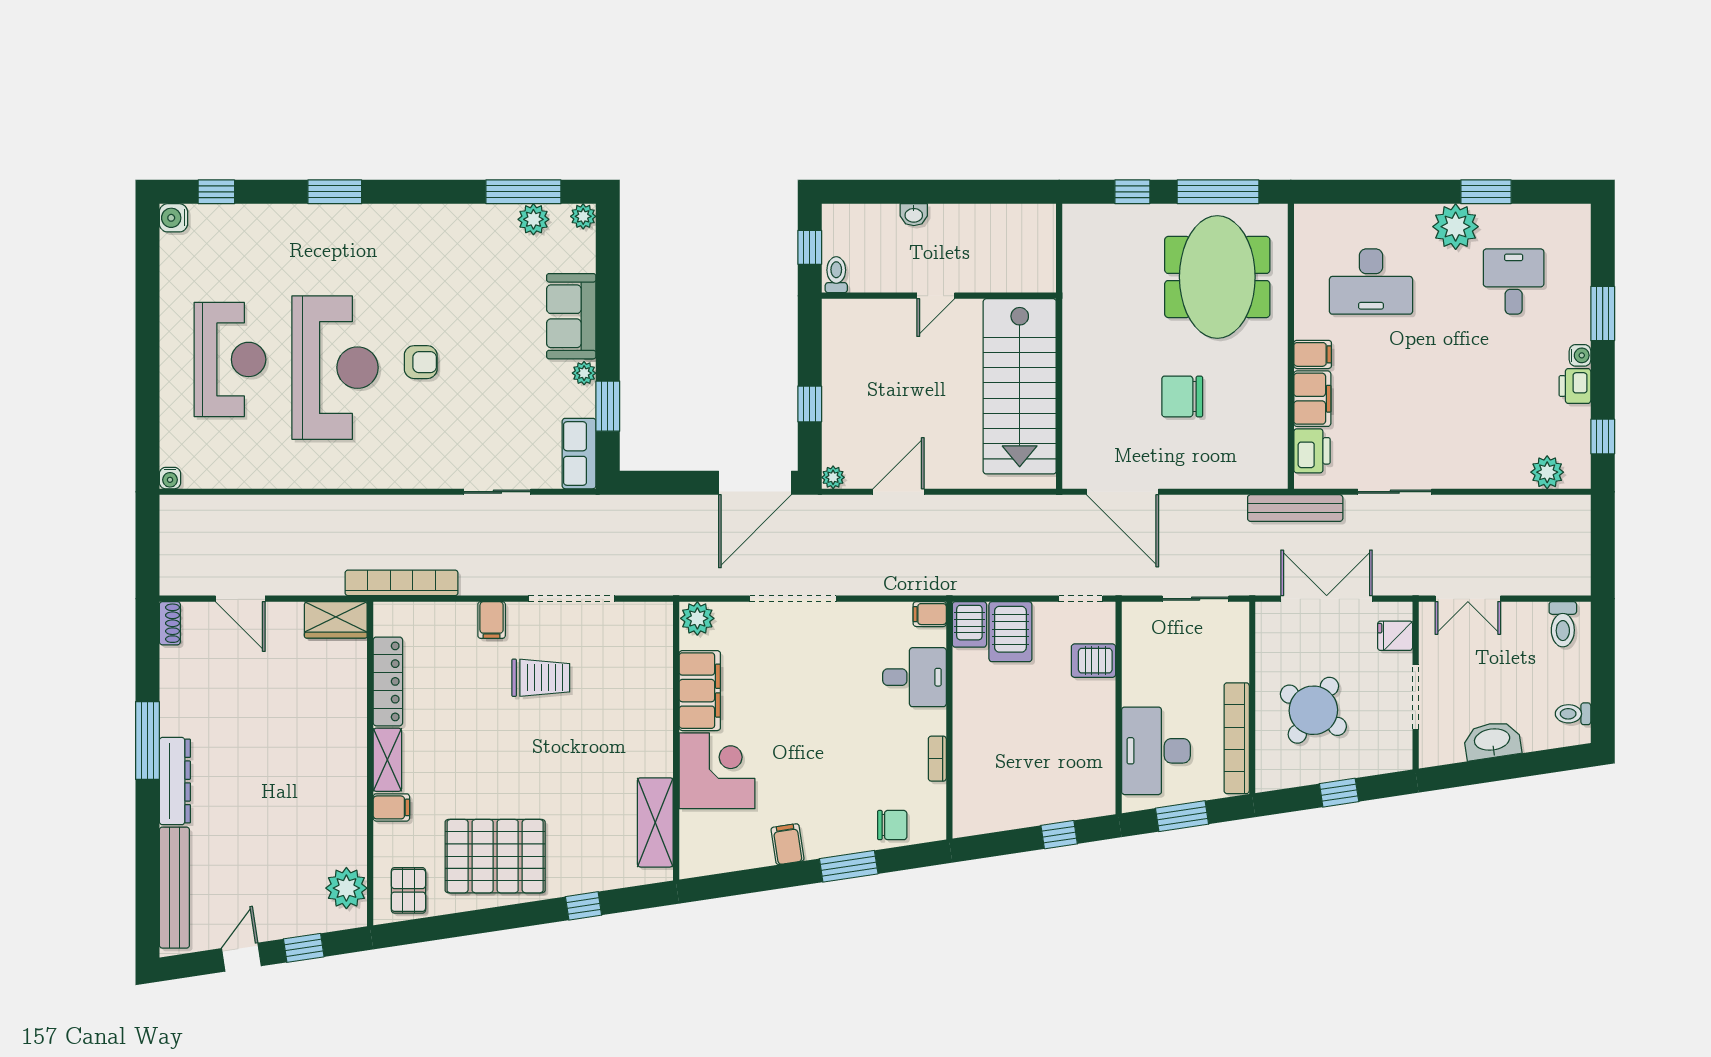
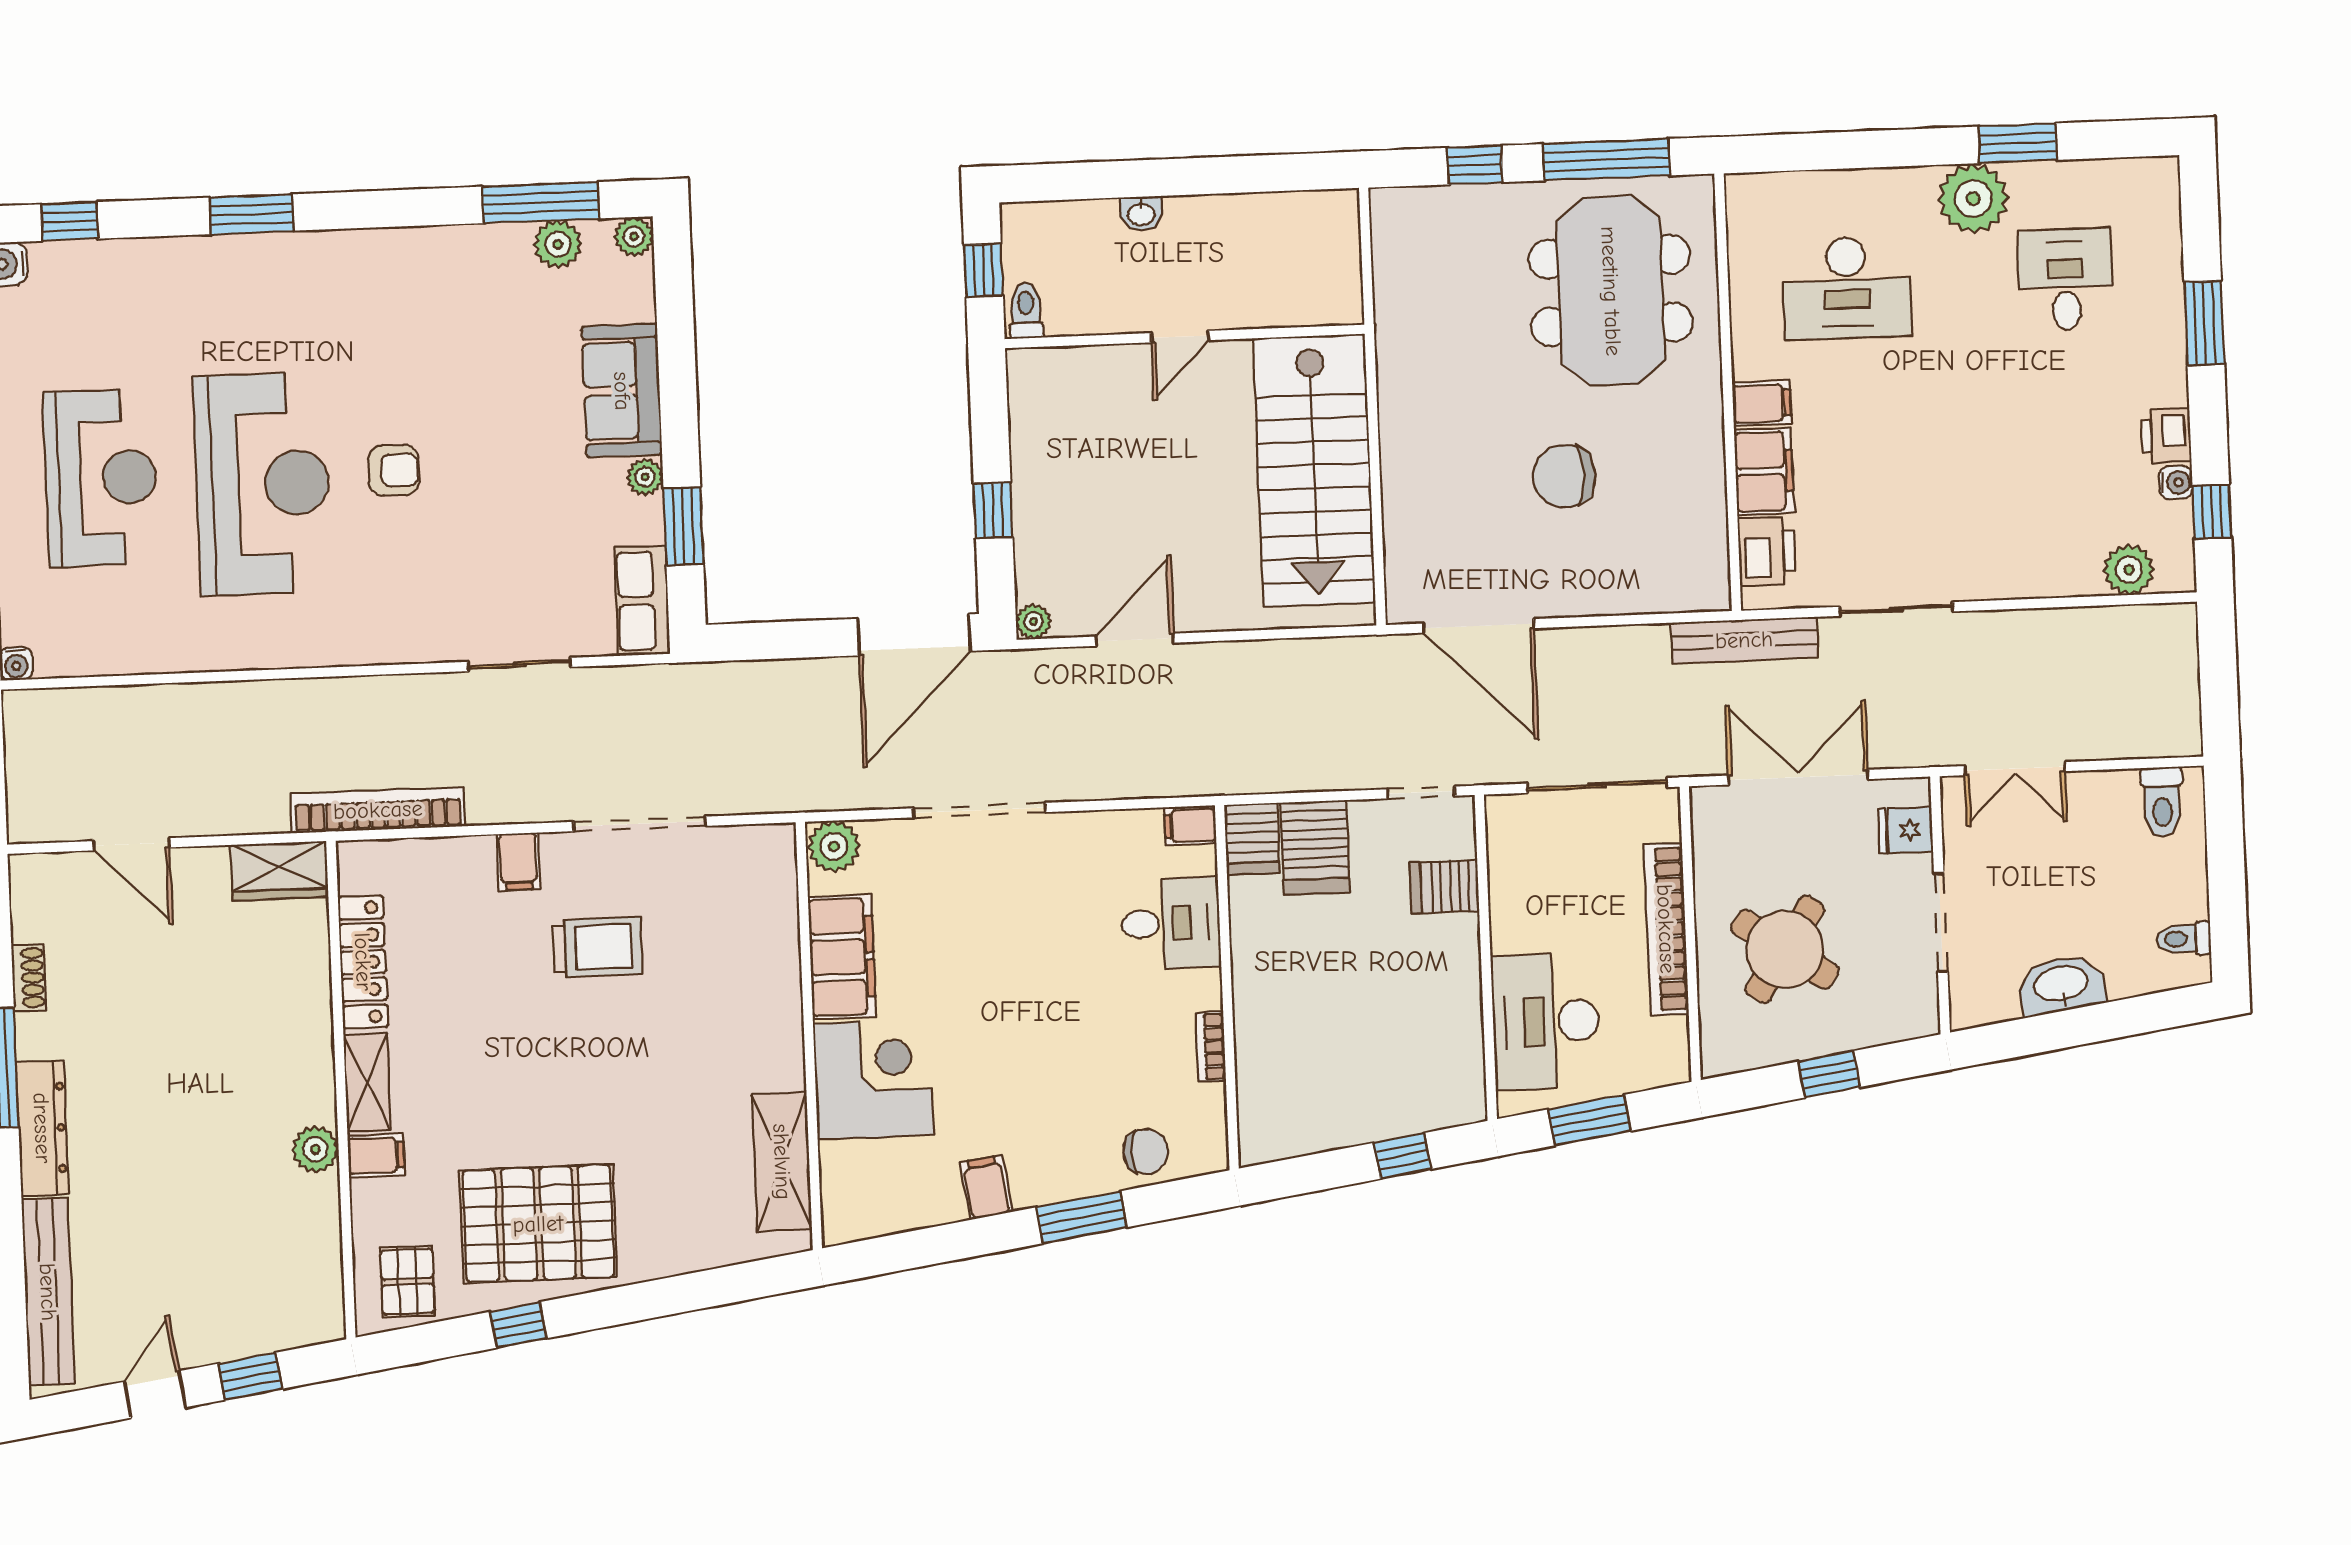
water cooler: (1580, 355) -> (2176, 482), moved
sliding door: (1196, 599) -> (1597, 785), width x1.37
shoe rack: (170, 623) -> (29, 978), moved
bookcase: (1237, 738) -> (1666, 929), moved
plant: (346, 888) -> (315, 1149), moved, width x0.73, depth x0.73
window: (584, 906) -> (518, 1325), moved

